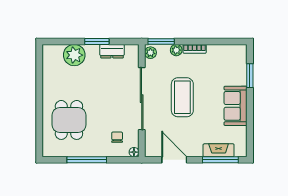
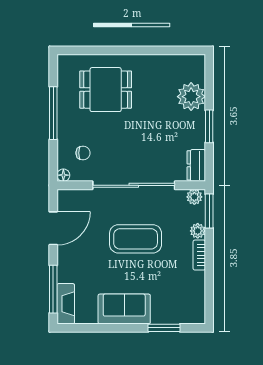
dresser: (112, 51) -> (196, 165), moved
fireplace: (219, 150) -> (66, 304), moved

